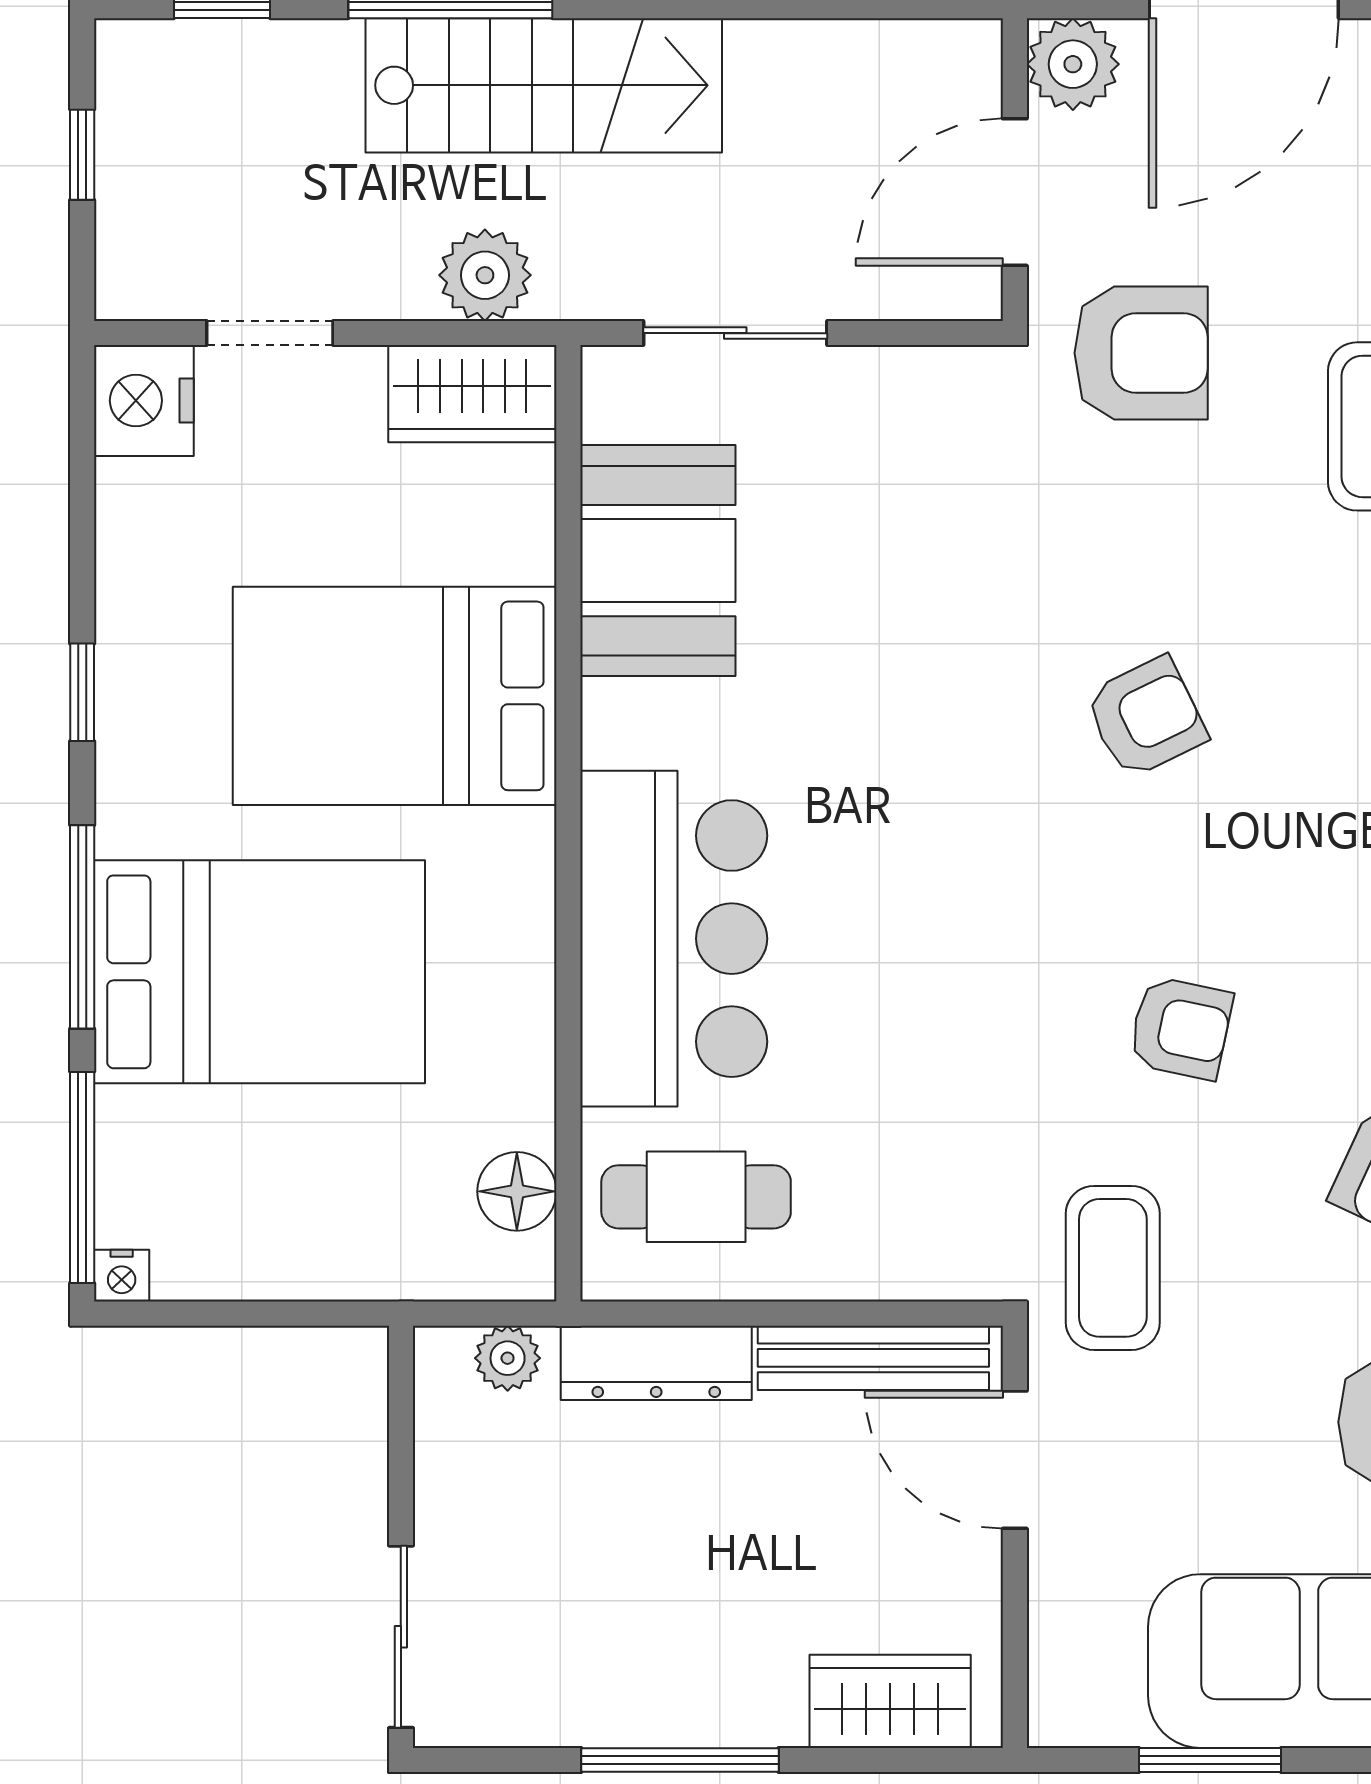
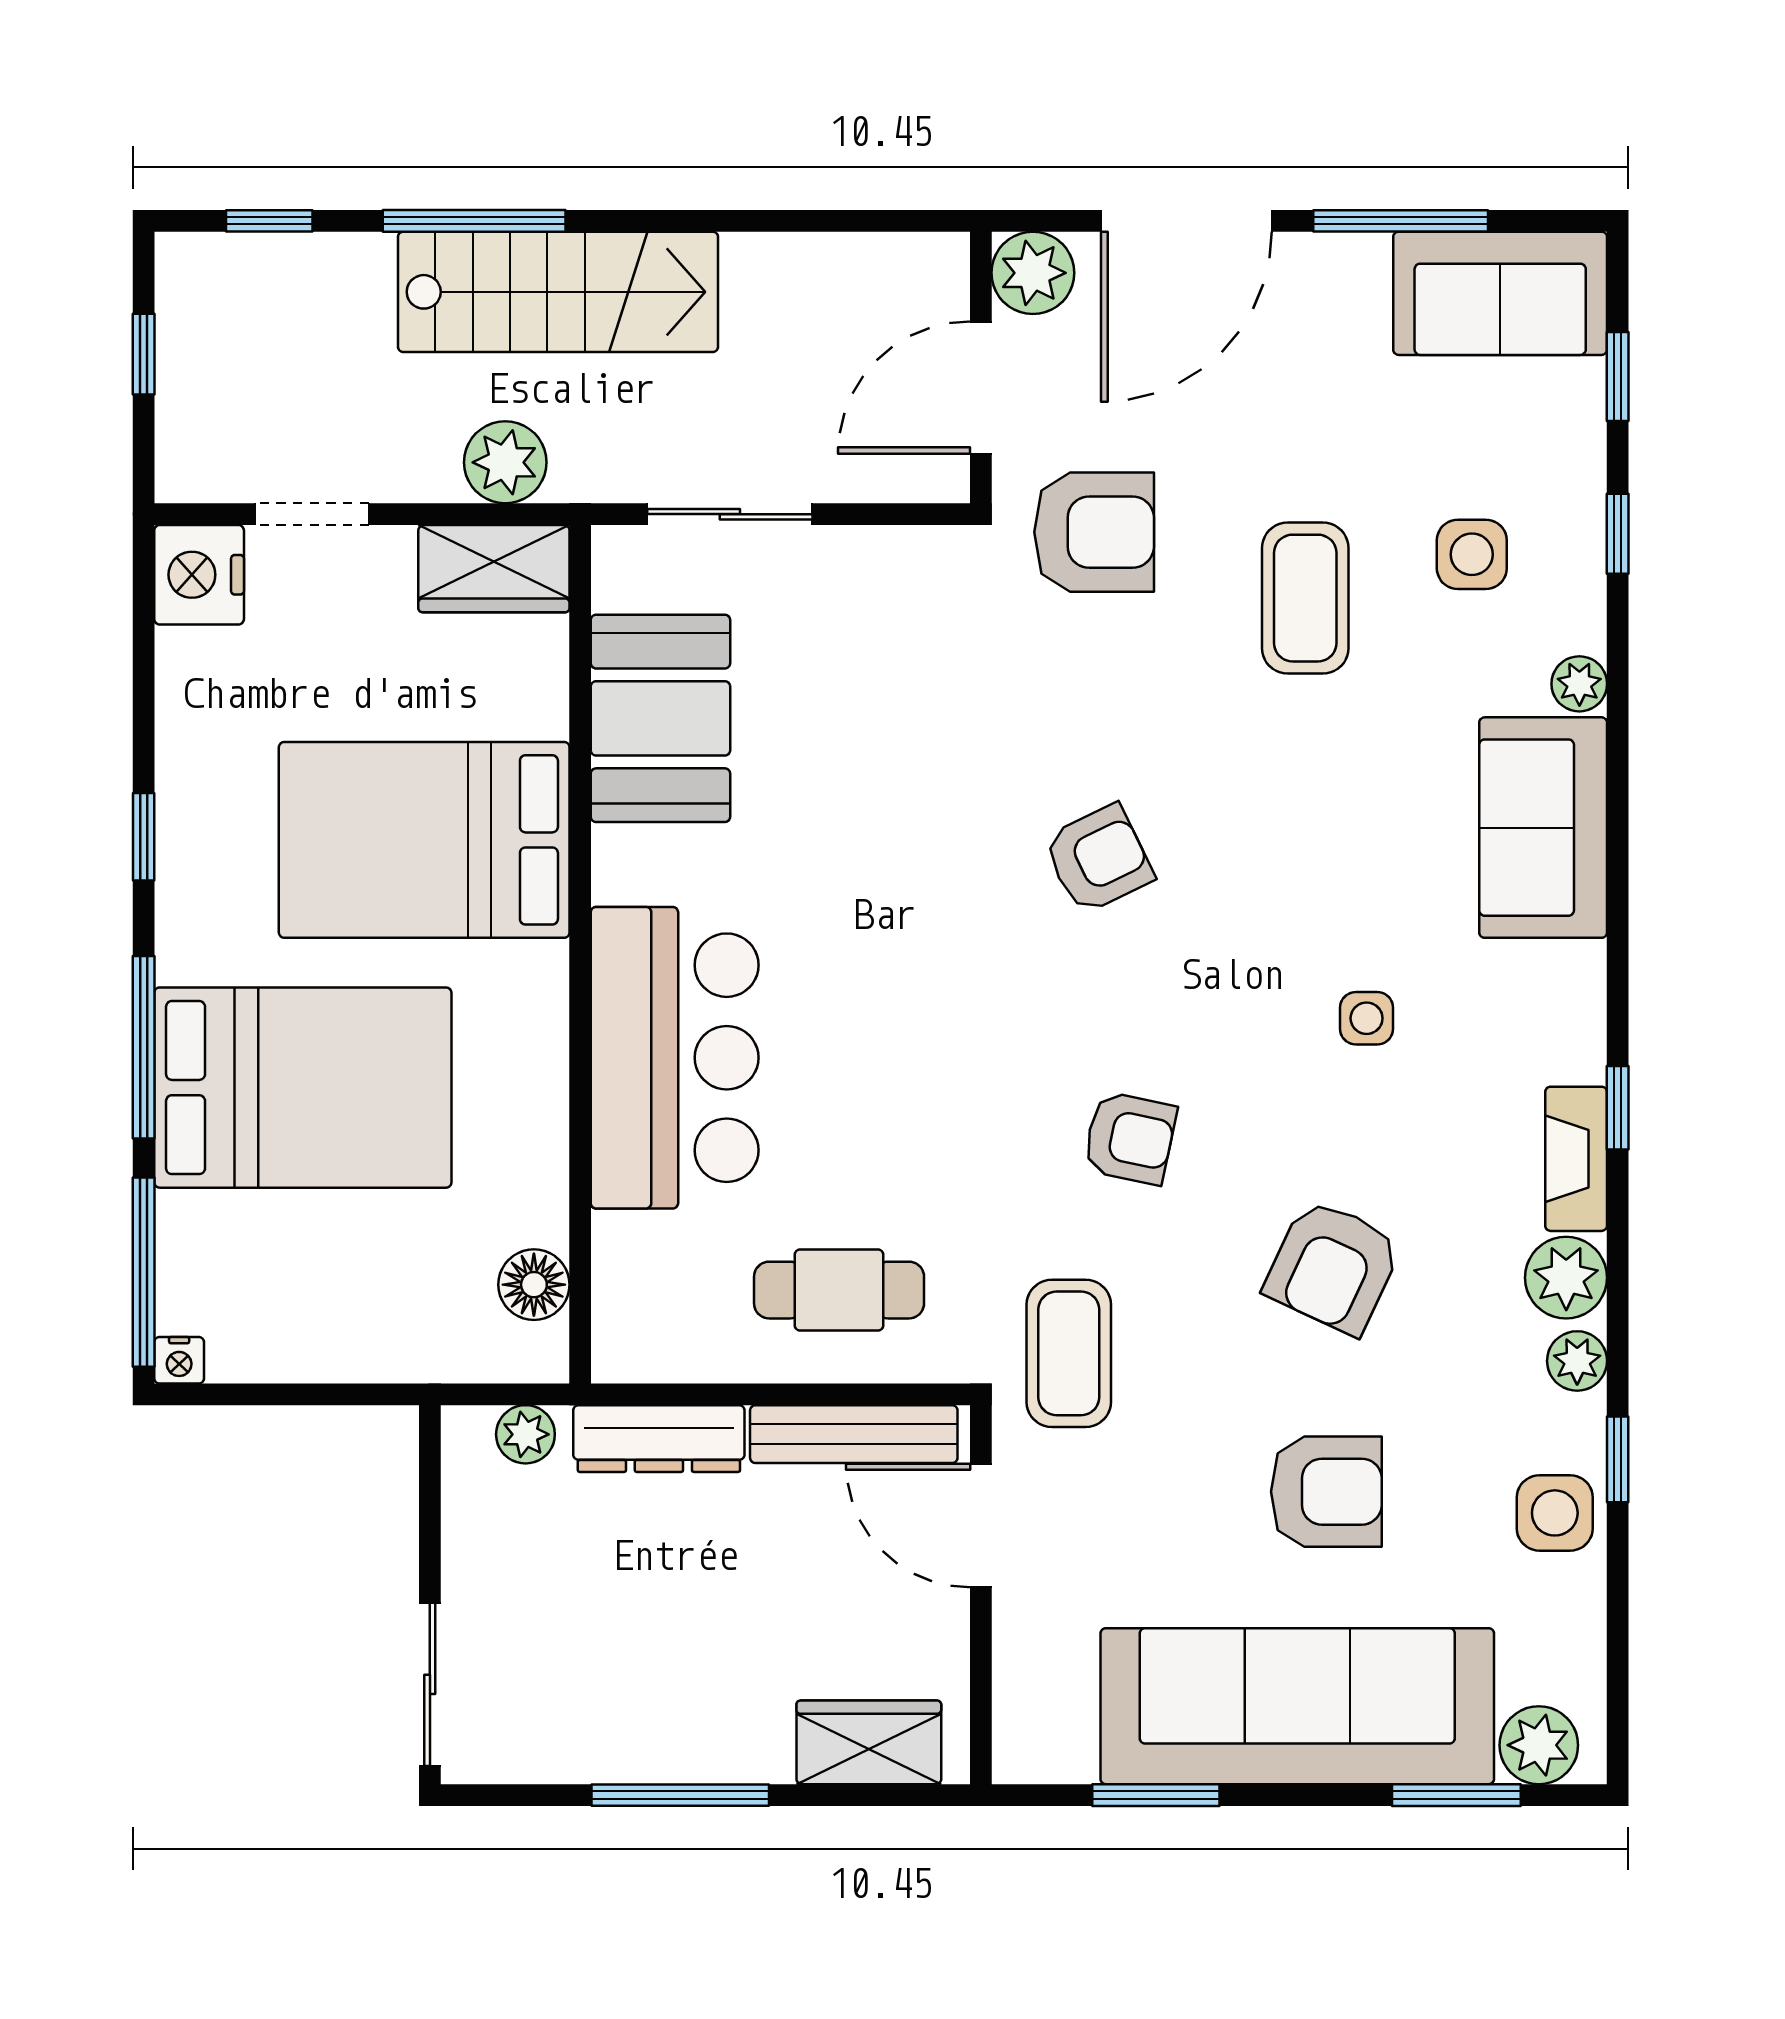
cafe table: (696, 1197) -> (839, 1290), moved

